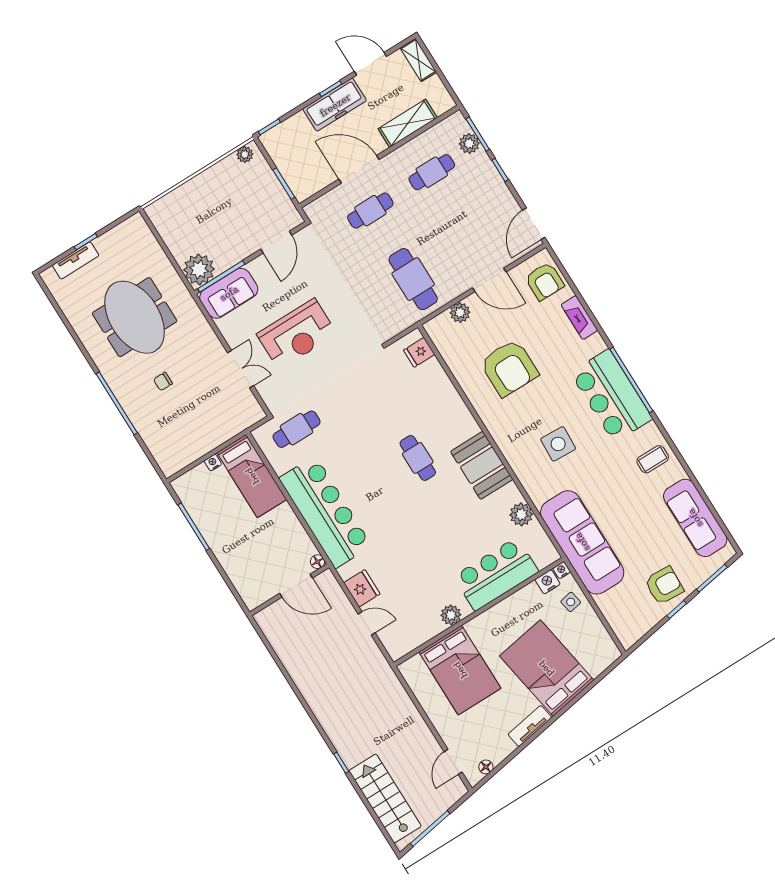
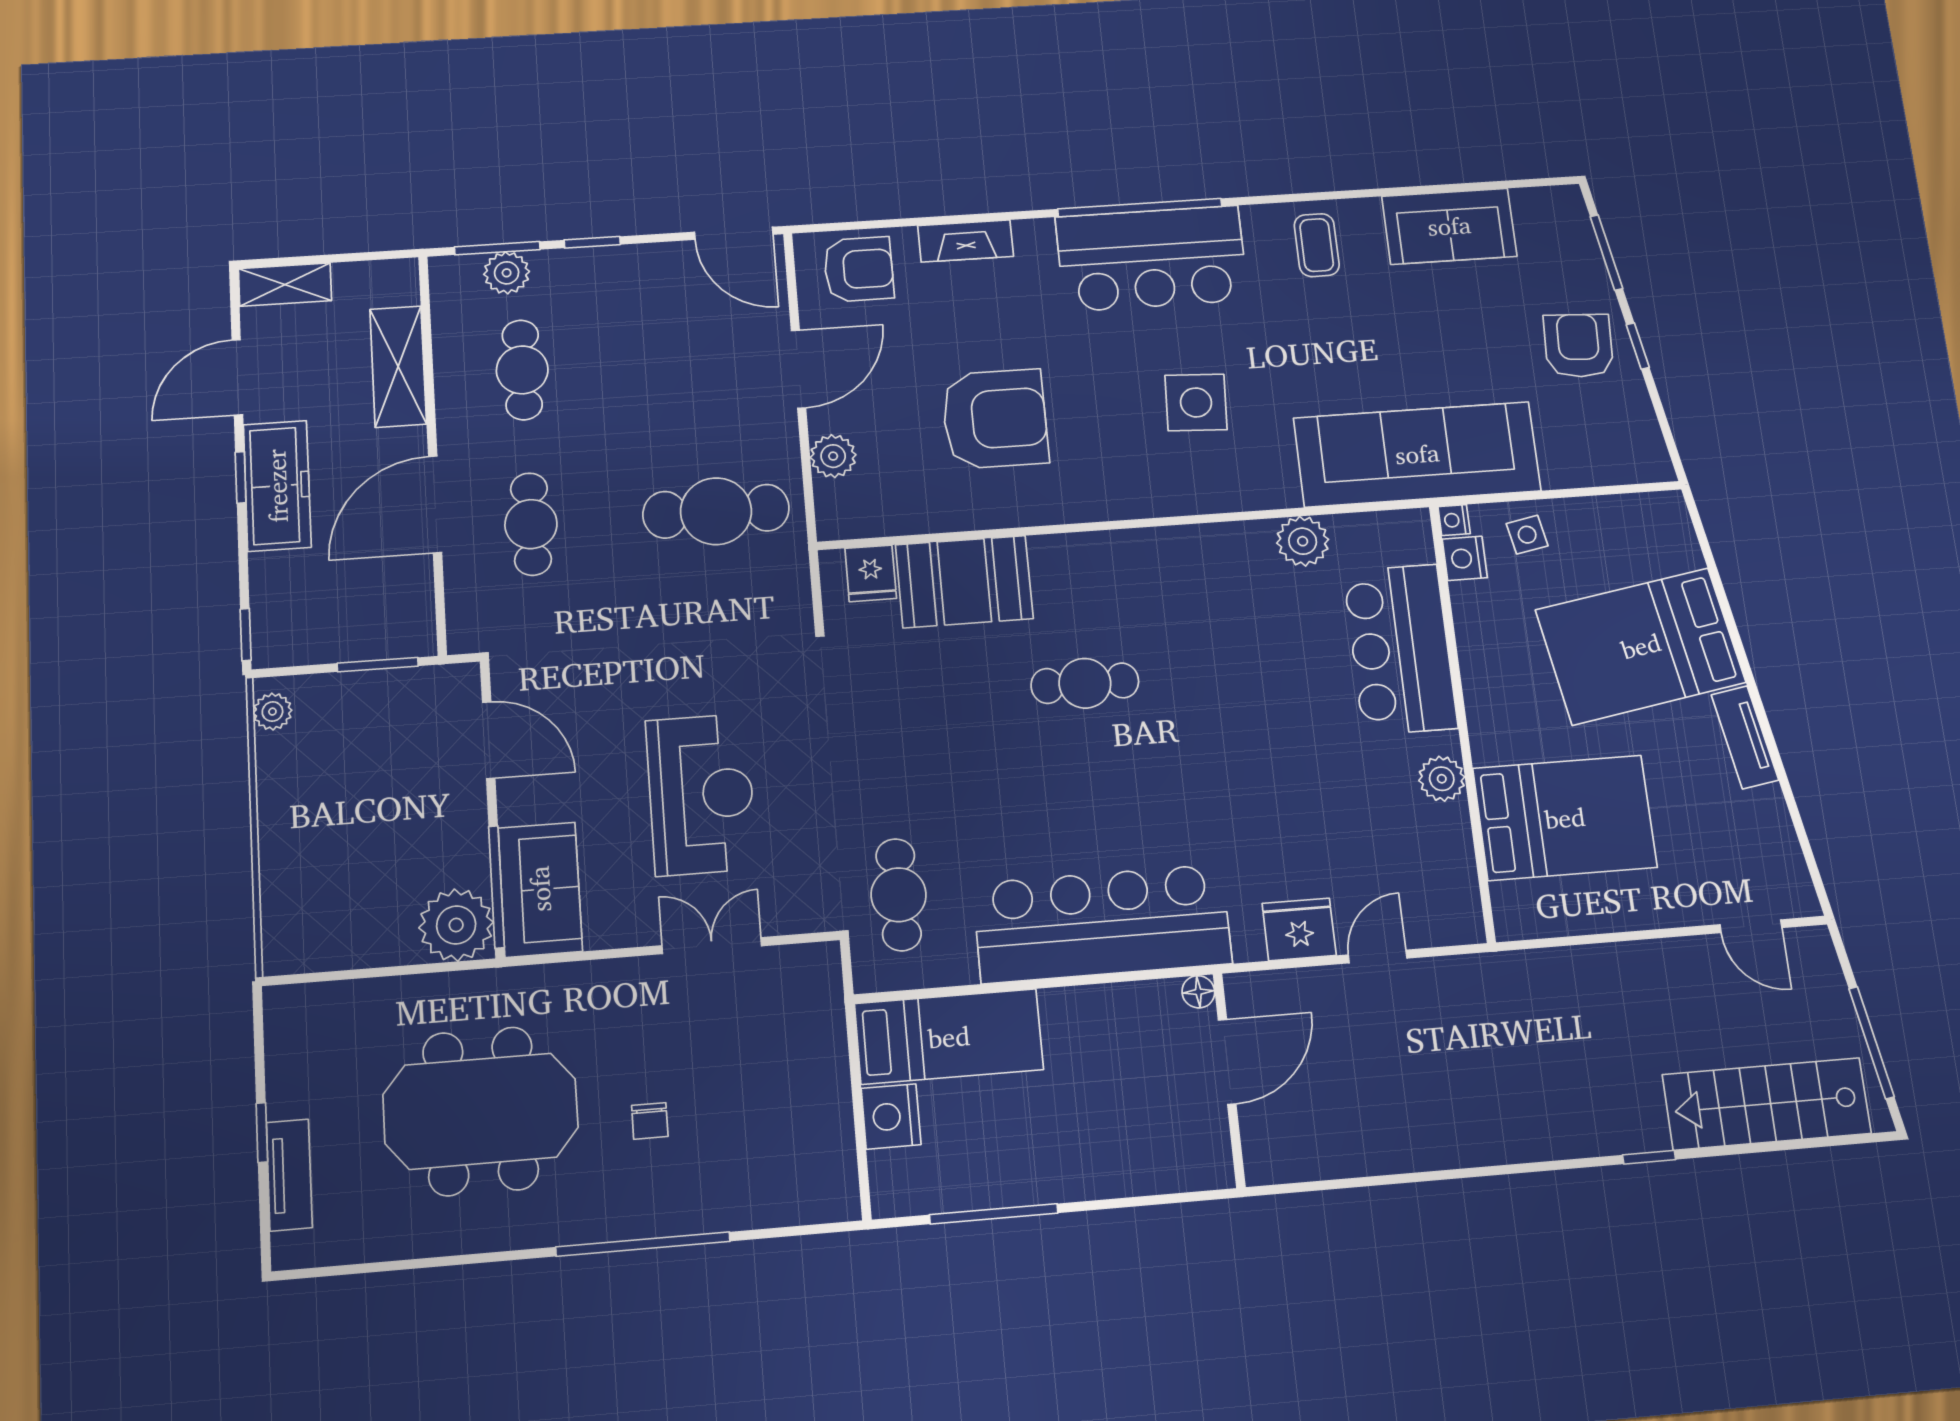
nightstand: (213, 462) -> (891, 1116), width x1.89, depth x1.79
booth: (482, 465) -> (964, 582), moved
sofa: (695, 518) -> (1449, 226), width x0.73
floor lamp: (486, 767) -> (1791, 866), removed

